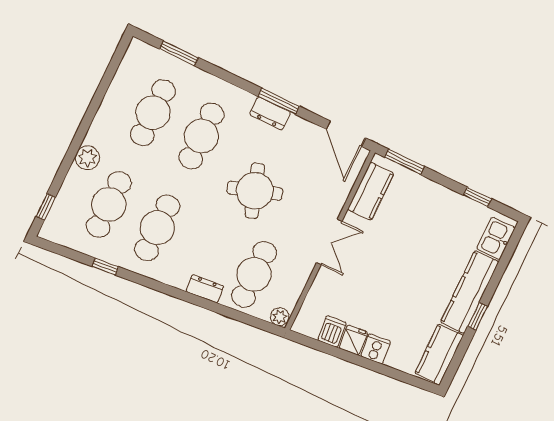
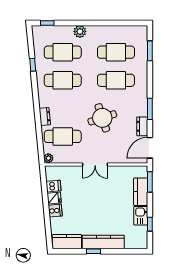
dresser: (270, 113) -> (142, 126), moved
kitchen counter: (371, 191) -> (141, 192), moved, turned 90
kitchen sink: (496, 238) -> (141, 216), moved, turned -90

